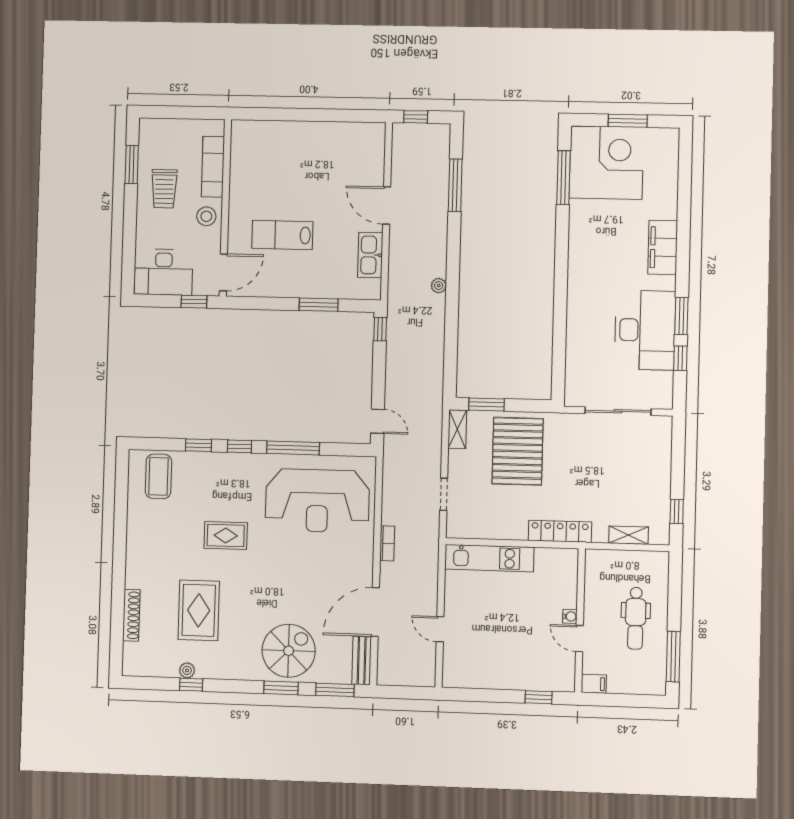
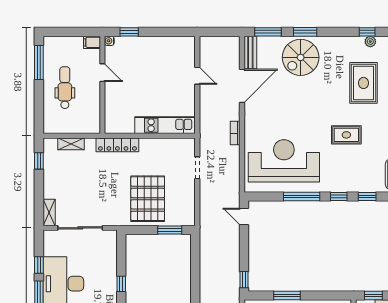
window: (560, 328) -> (121, 284), added
shelving: (457, 429) -> (49, 212), moved
water cooler: (570, 616) -> (109, 41), moved

